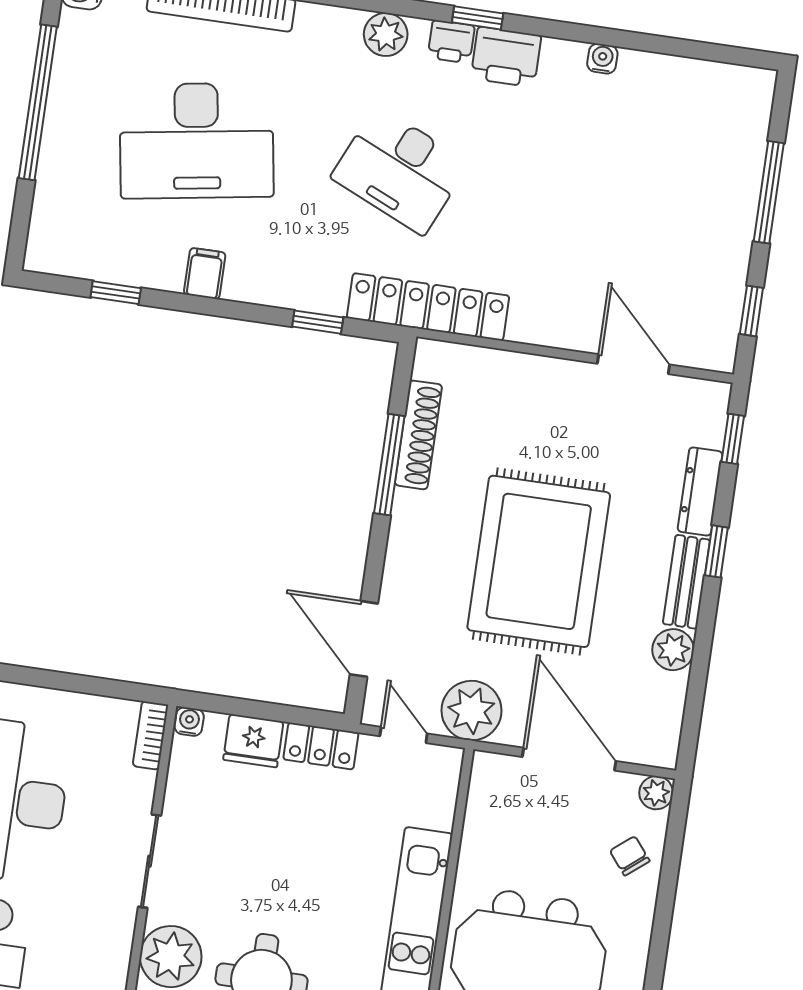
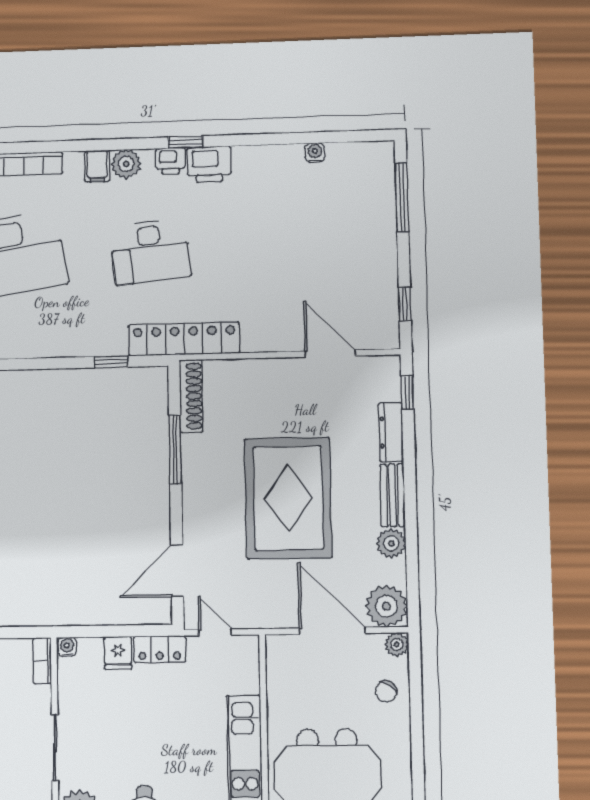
water cooler: (602, 59) -> (315, 153), moved
desk: (400, 170) -> (150, 252), turned -30
window: (769, 192) -> (402, 197), moved
filing cabinet: (205, 273) -> (97, 166), moved, turned 180
shoe rack: (418, 435) -> (191, 396), moved
window: (716, 551) -> (409, 471), removed
door: (364, 639) -> (177, 571), hinge flipped
plant: (471, 711) -> (386, 606), moved
fridge: (253, 741) -> (118, 653), width x0.72
chair: (630, 856) -> (386, 691), turned -108

